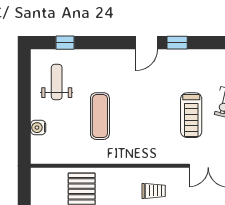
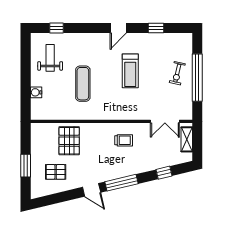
window: (177, 43) -> (156, 28), moved
treadmill: (191, 115) -> (130, 71), moved

